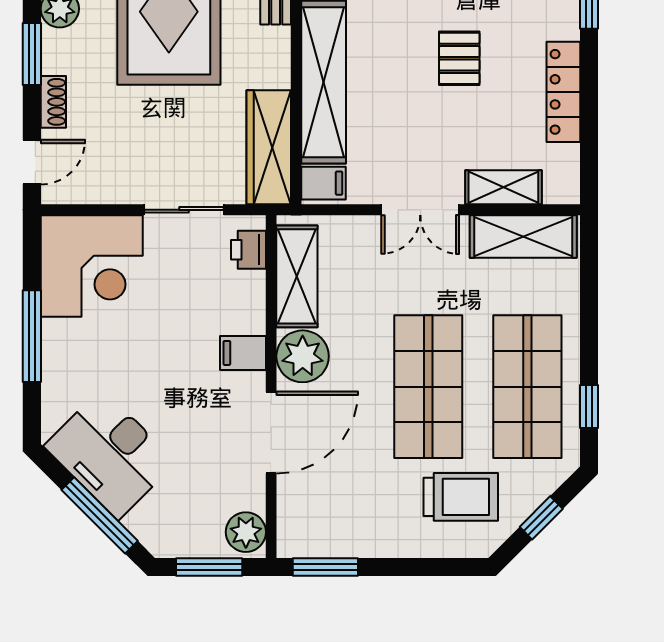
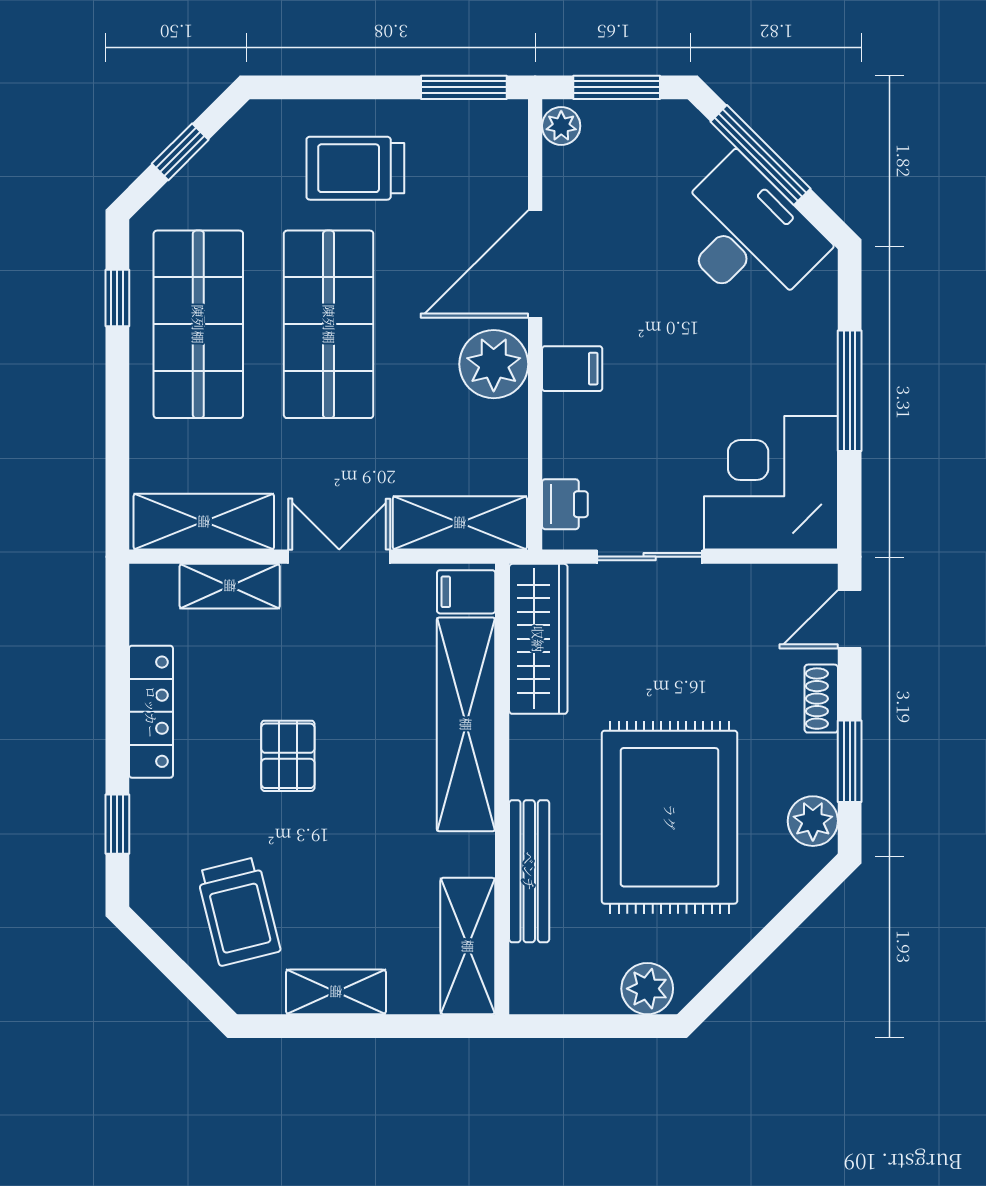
shelving: (297, 276) -> (460, 523), moved, turned 90
trolley: (461, 497) -> (355, 168), moved
plant: (246, 532) -> (561, 126), width x0.73, depth x0.73

